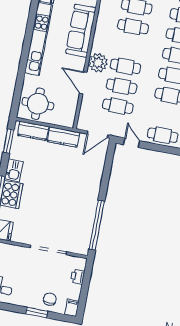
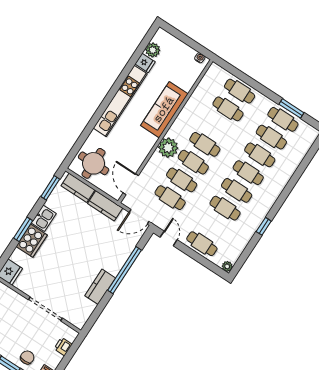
cafe table: (133, 27) -> (205, 144), moved
door: (83, 83) -> (131, 184), moved
kitchen counter: (89, 210) -> (100, 287), added
window: (97, 225) -> (124, 270), moved

